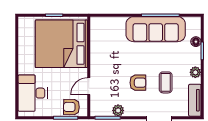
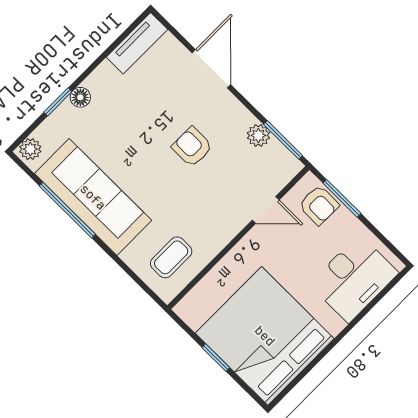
floor lamp: (196, 42) -> (80, 97), moved
bed: (61, 44) -> (265, 336), moved, turned 180
plant: (195, 72) -> (30, 149), moved
coffee table: (166, 82) -> (171, 257), moved

